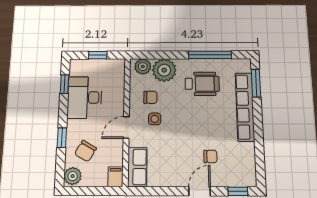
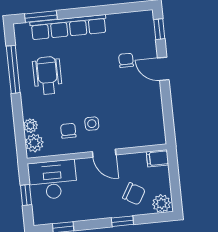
plant: (164, 70) -> (30, 126), width x0.53, depth x0.53
desk: (85, 98) -> (53, 180), moved, turned 180
row of seats: (137, 167) -> (145, 136), removed

